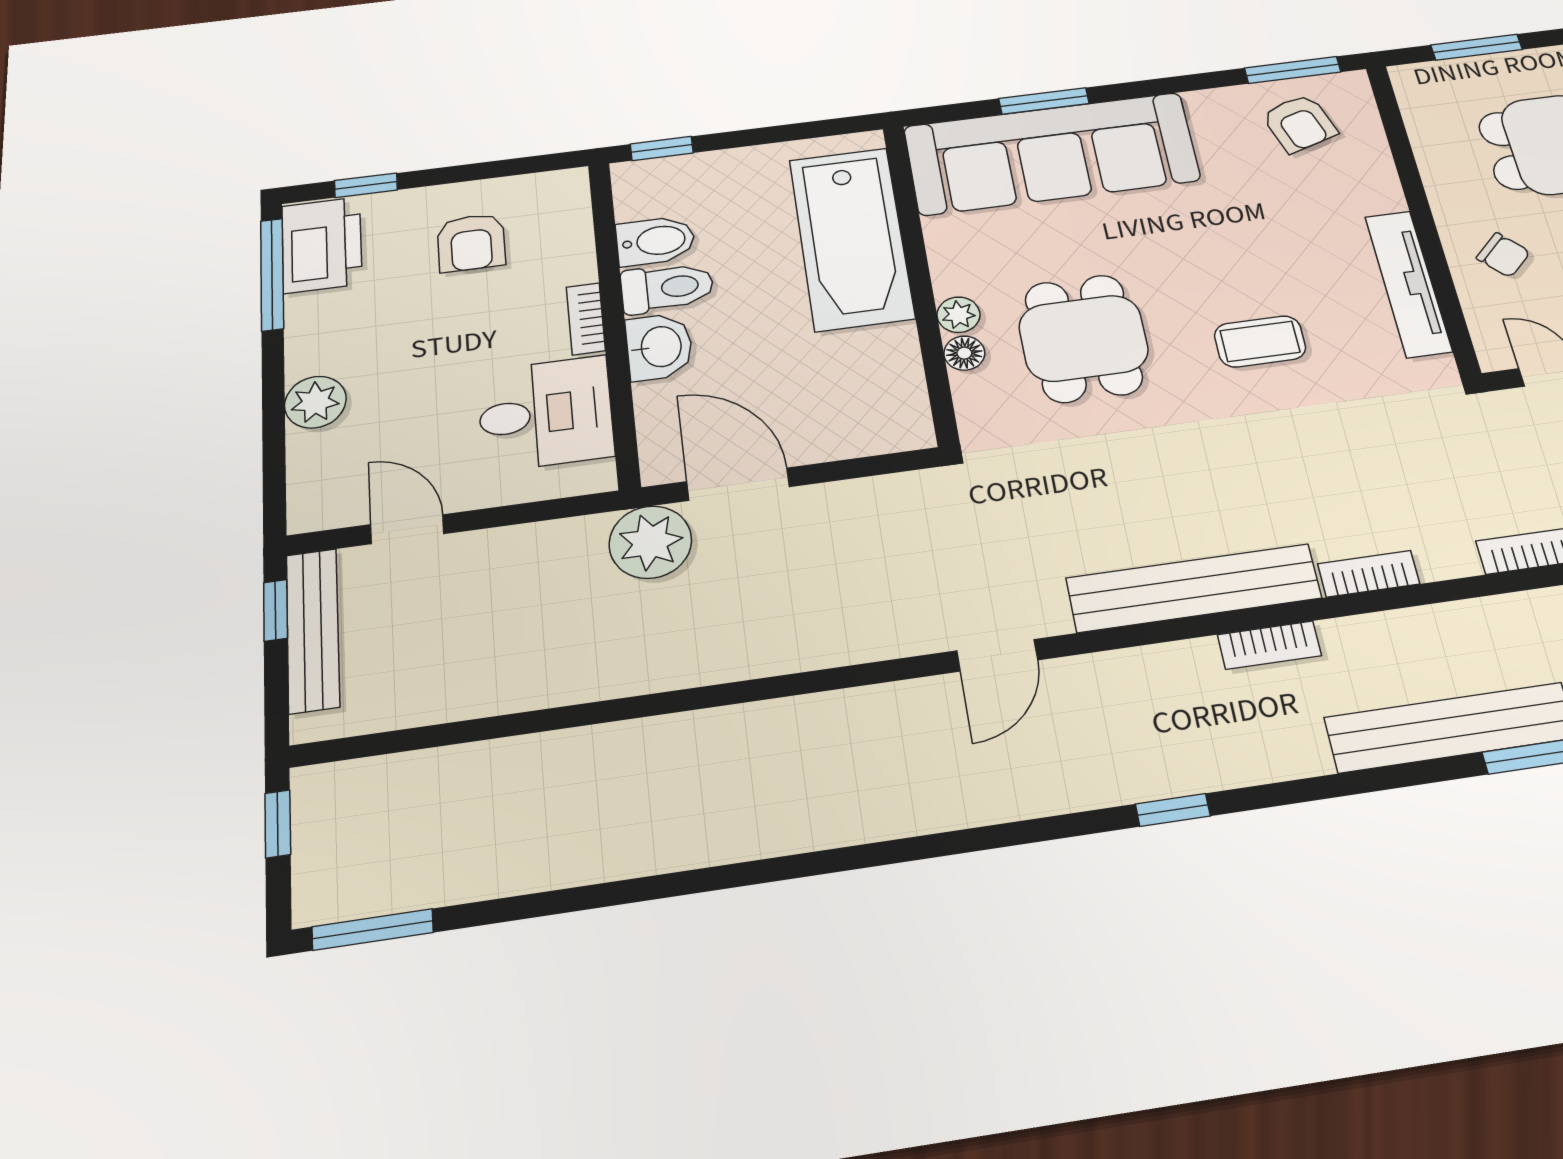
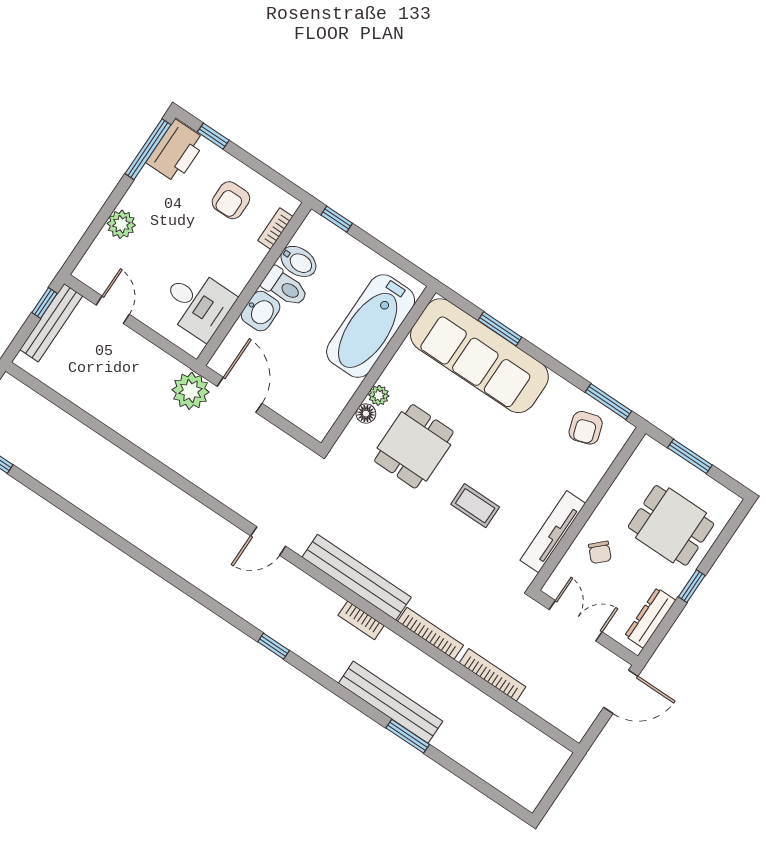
bookcase: (586, 319) -> (275, 229), moved
bookcase: (1369, 574) -> (431, 633), width x1.56

